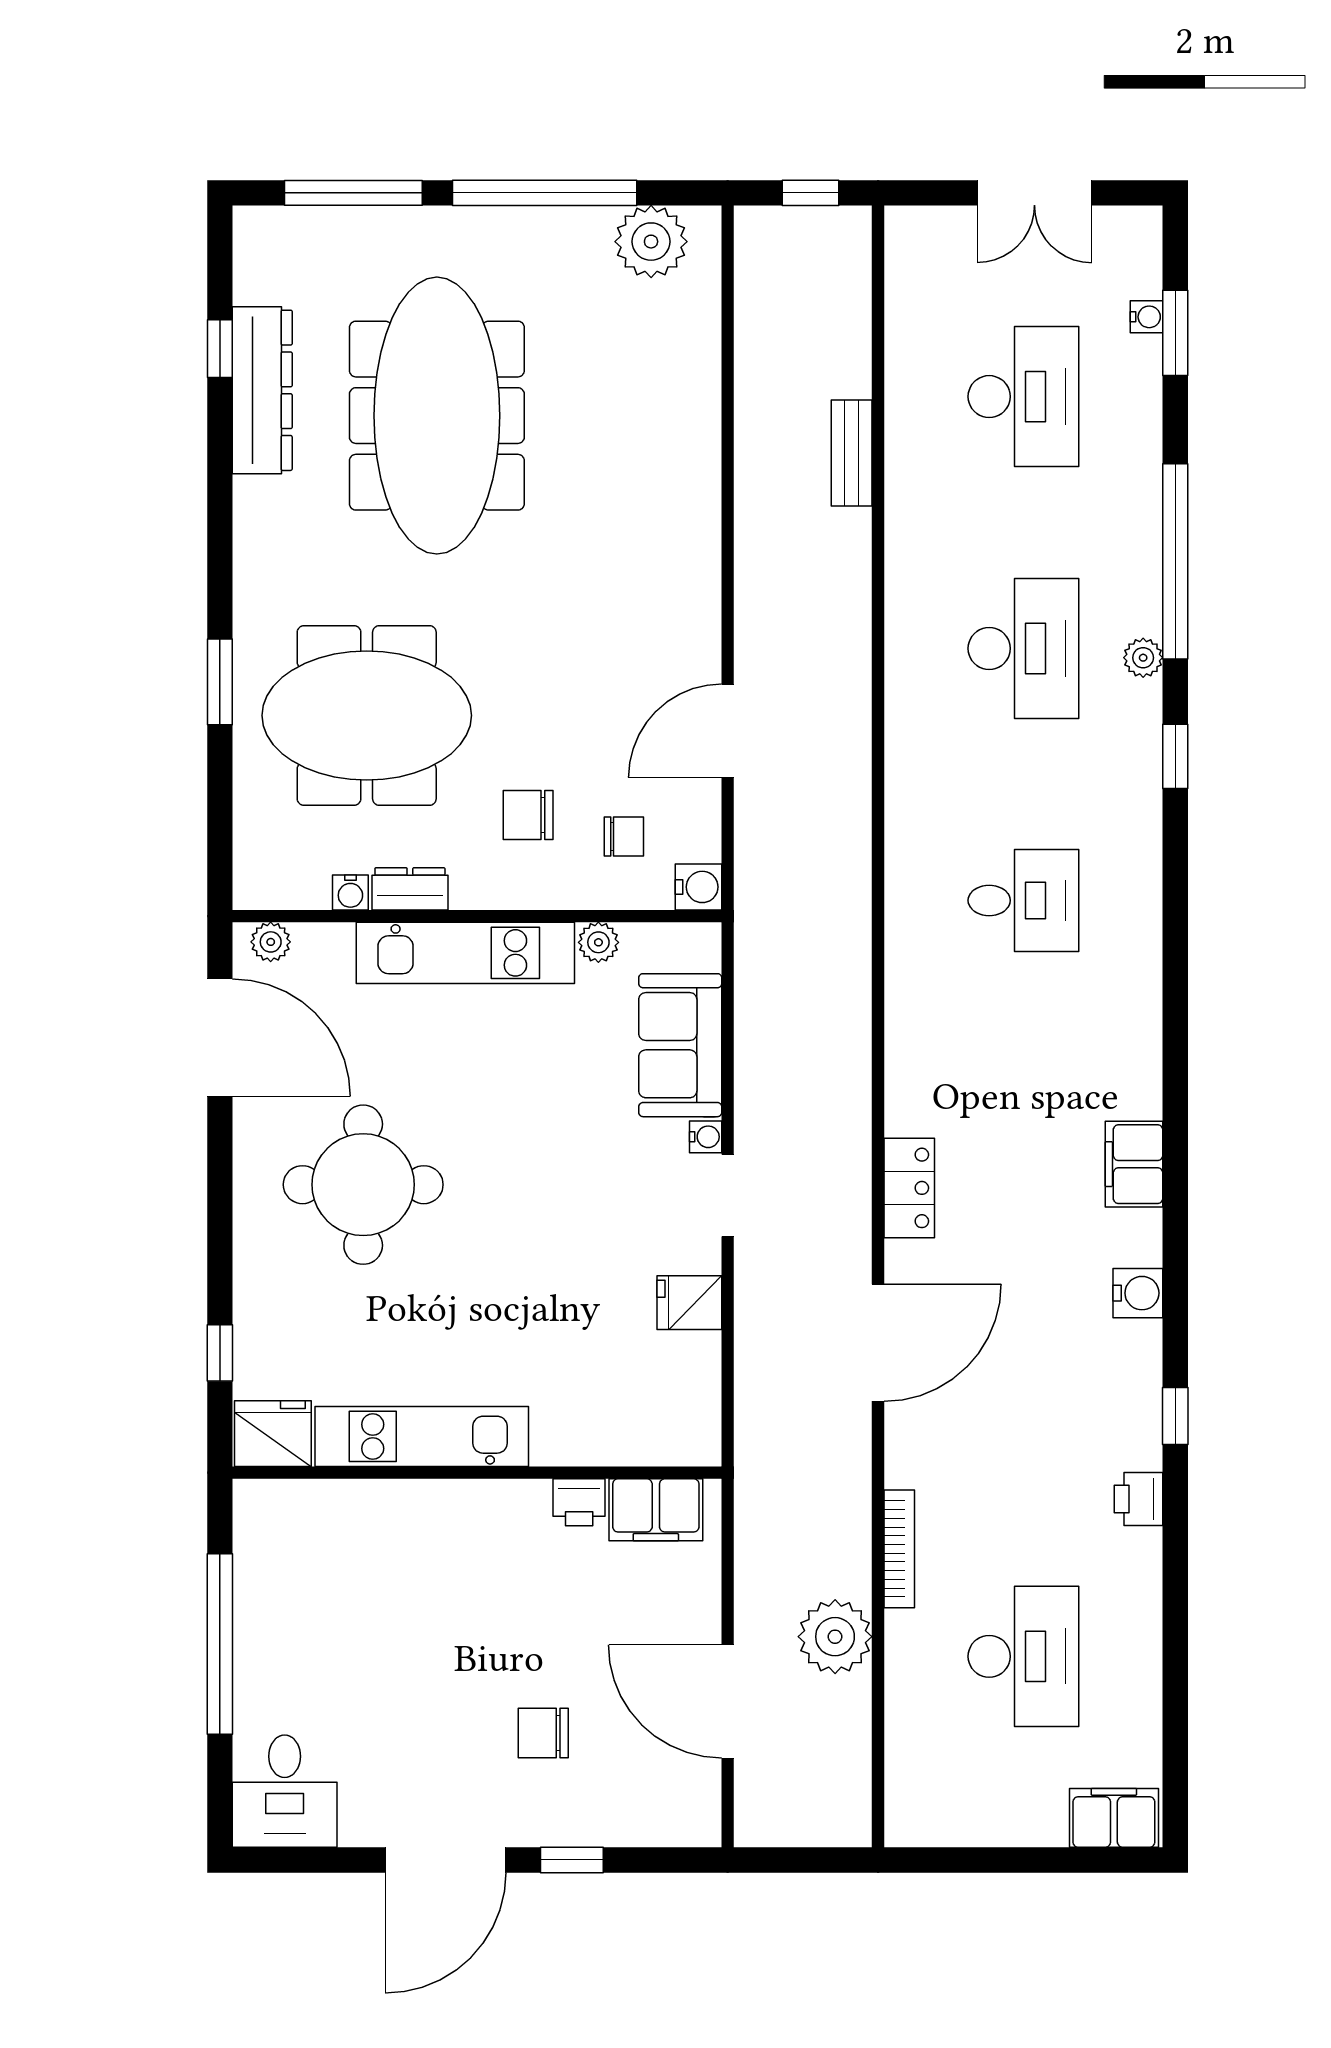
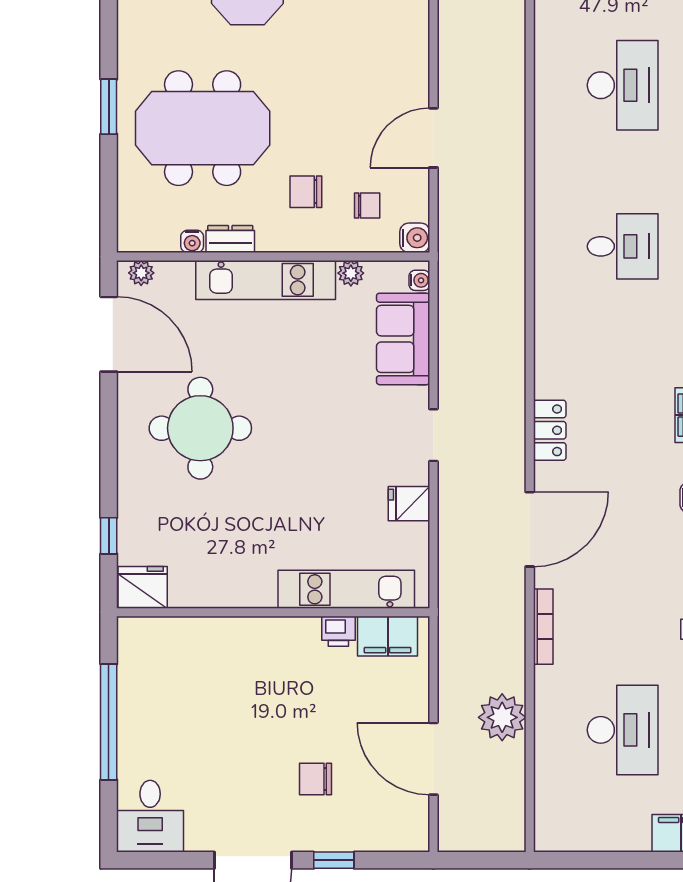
water cooler: (706, 1137) -> (419, 280), moved
kitchen unit: (422, 1436) -> (346, 589), moved
bookcase: (899, 1549) -> (543, 627), moved

